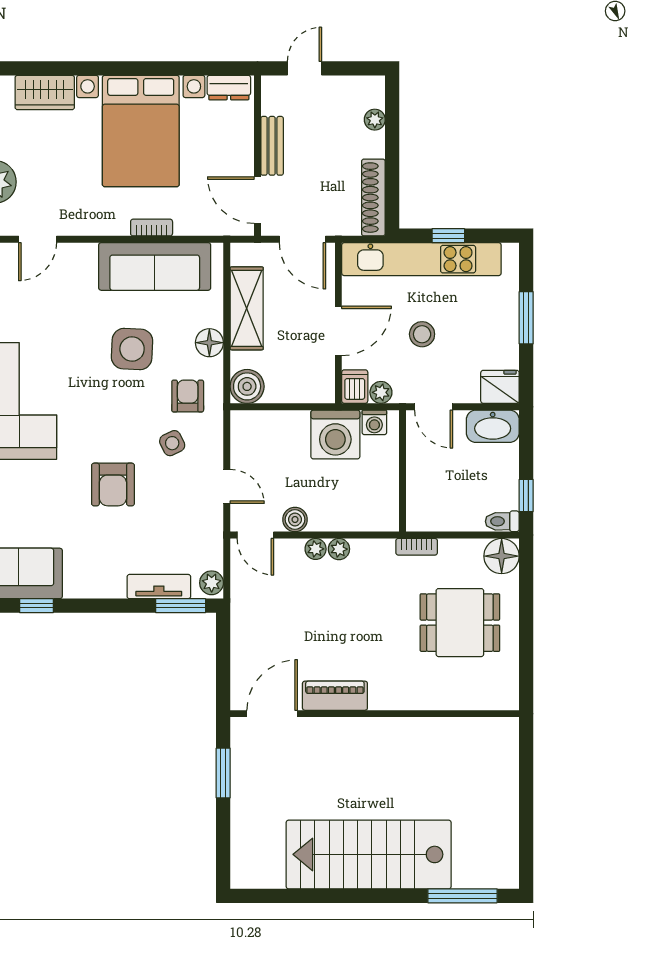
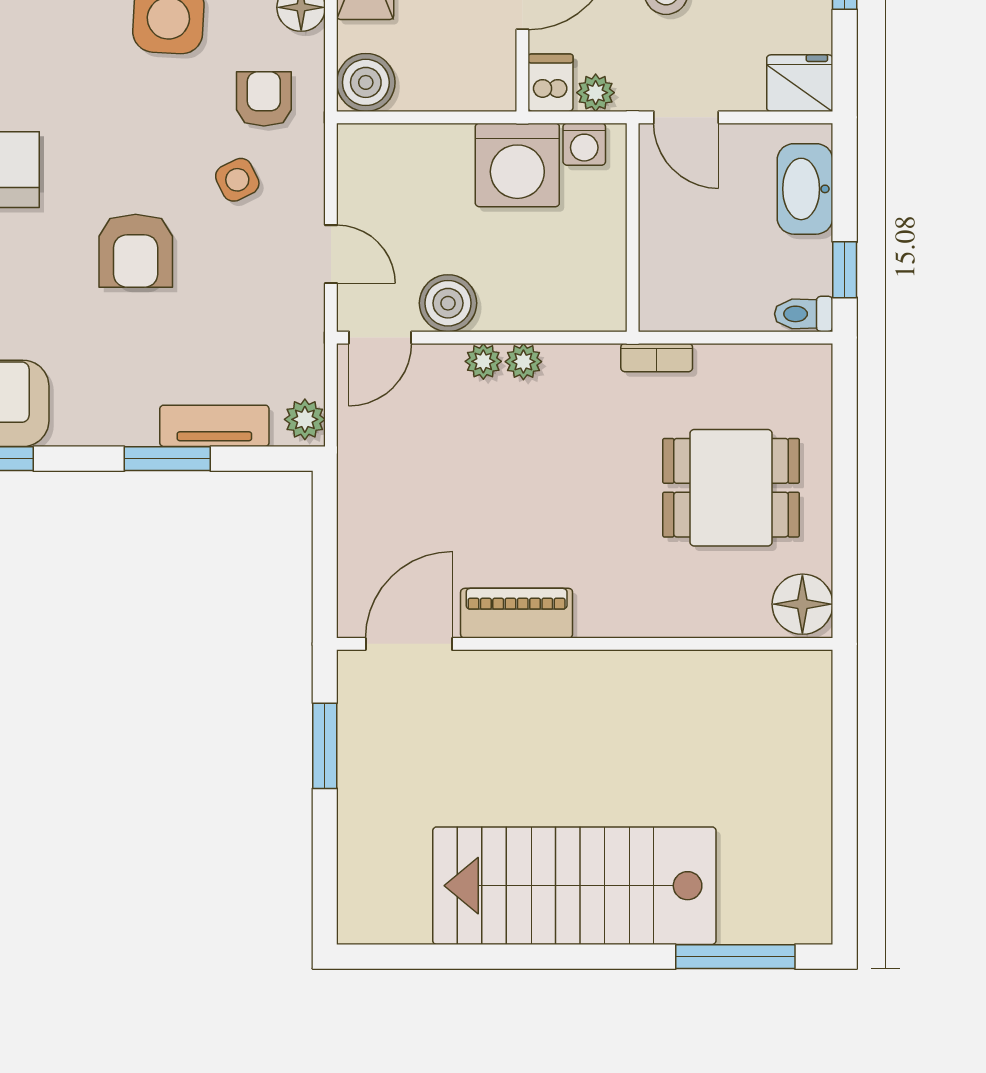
washbasin: (493, 426) -> (805, 189), moved, turned 90
boiler: (295, 519) -> (448, 303), width x1.36, depth x1.36
door: (255, 535) -> (380, 338), hinge flipped
floor lamp: (502, 556) -> (802, 604), moved
window: (181, 606) -> (167, 459), moved

